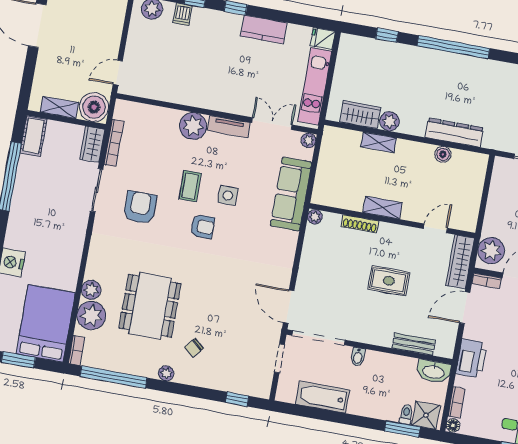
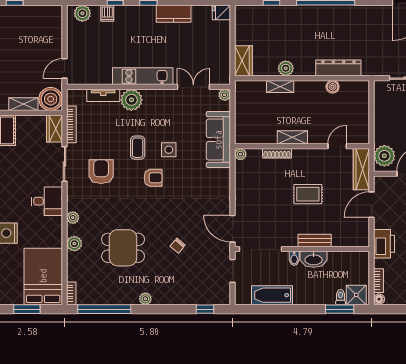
kitchen unit: (315, 86) -> (143, 76), moved, turned 90
wardrobe: (360, 115) -> (243, 61), moved, turned 90
tv unit: (229, 127) -> (103, 95), moved
desk: (67, 232) -> (47, 201), added
bookcase: (487, 281) -> (385, 180), removed
dining table: (150, 306) -> (123, 248), width x0.73
plant: (91, 316) -> (73, 218), moved, width x0.53, depth x0.53
bench: (414, 344) -> (315, 241), moved
chair: (194, 348) -> (178, 246), moved
washbasin: (434, 371) -> (314, 259), moved

